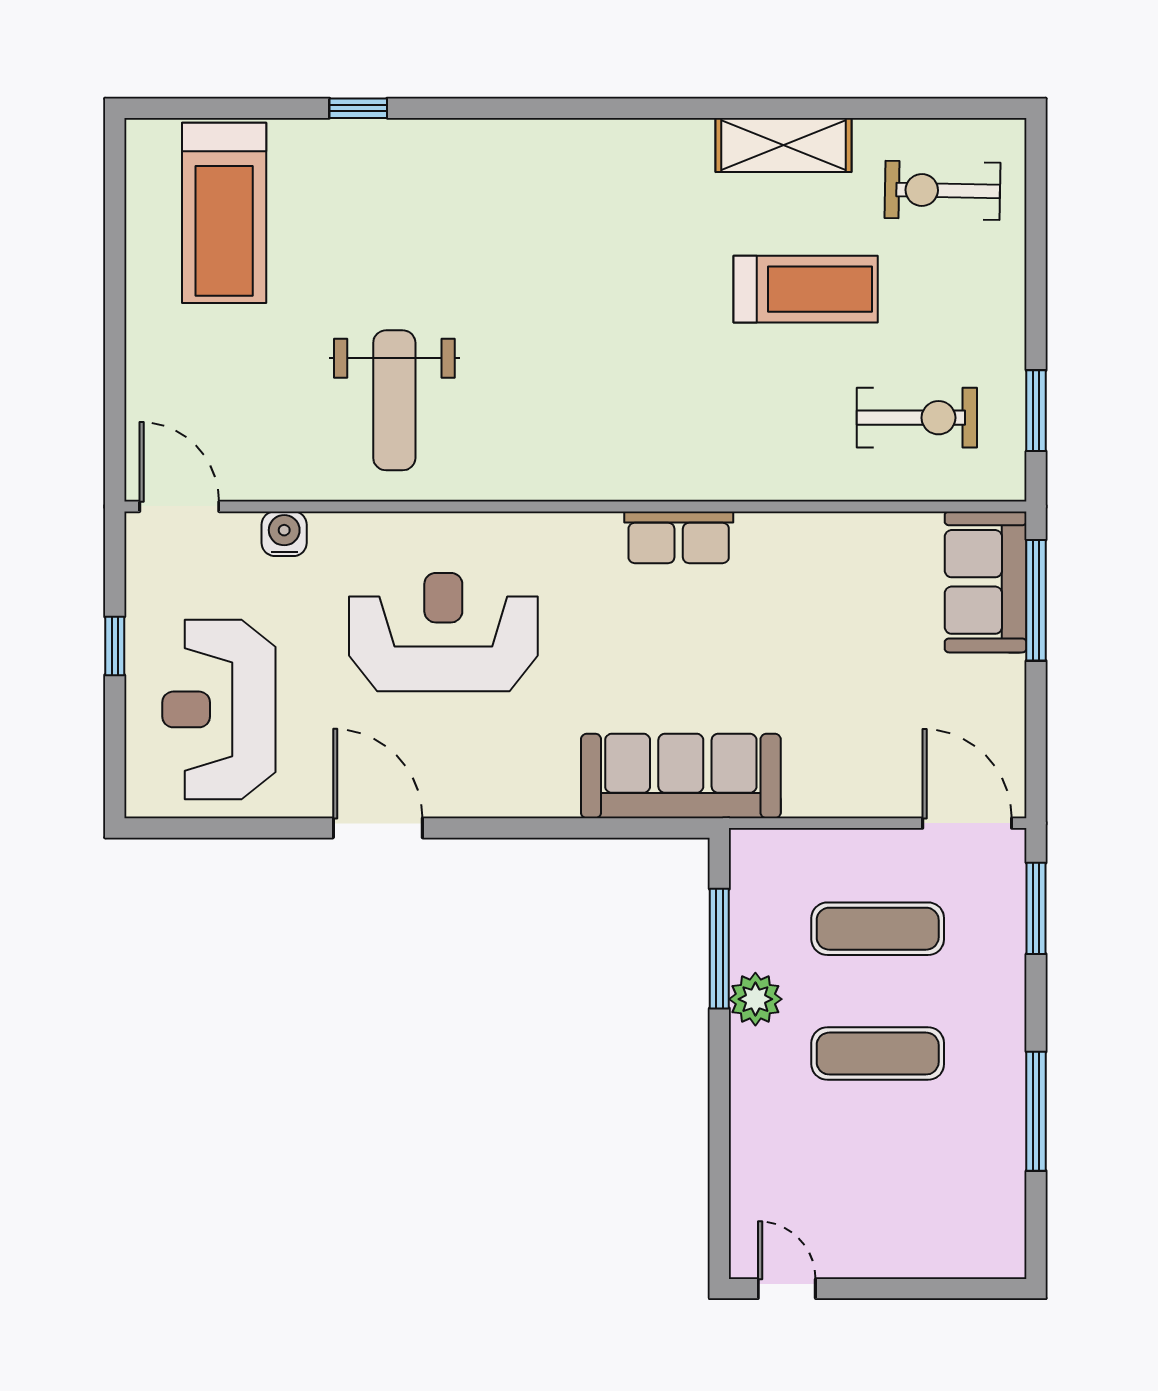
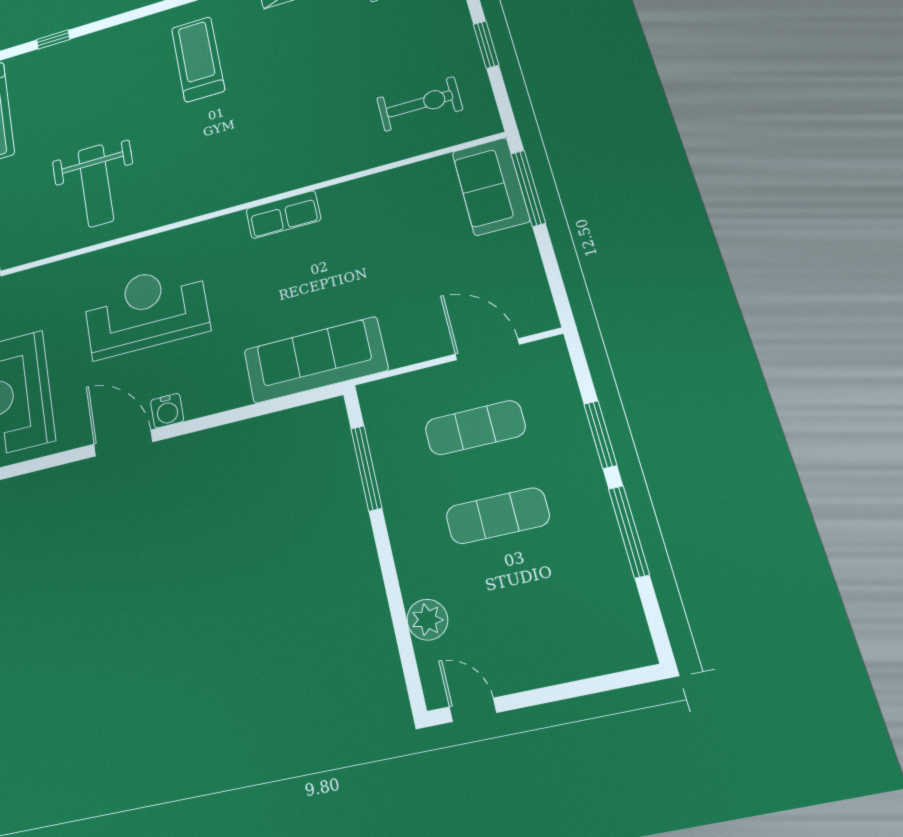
treadmill: (806, 289) -> (198, 59), moved, turned -90
window: (1036, 411) -> (486, 45), moved
water cooler: (284, 534) -> (167, 411), moved, turned 180
door: (967, 823) -> (487, 349), moved
window: (1036, 908) -> (600, 435), moved
plant: (755, 999) -> (427, 620), moved

